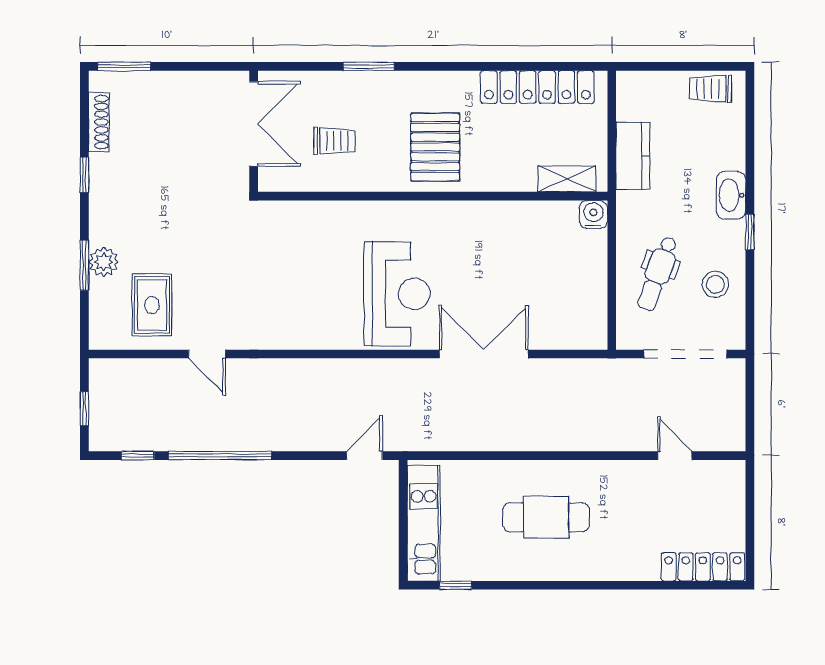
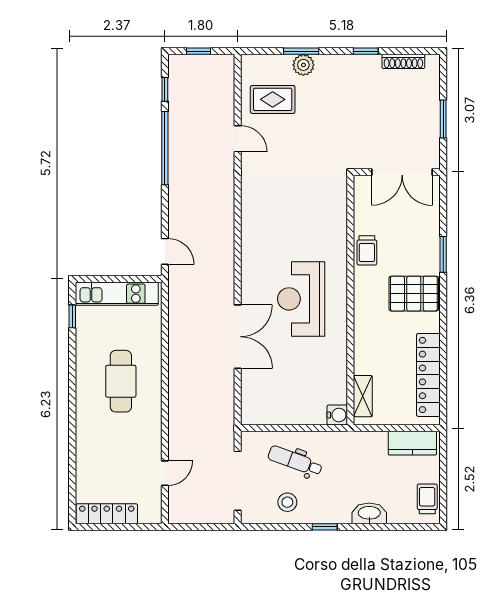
window: (124, 66) -> (443, 119), moved
trolley: (335, 141) -> (367, 250), moved
pallet: (435, 147) -> (414, 294), moved
kitchen counter: (633, 156) -> (412, 443), moved
washbasin: (731, 195) -> (369, 513), moved
reception desk: (397, 294) -> (301, 299), moved, turned 90
door: (207, 354) -> (238, 139), swing flipped
locker: (703, 567) -> (107, 514), moved, turned -90

